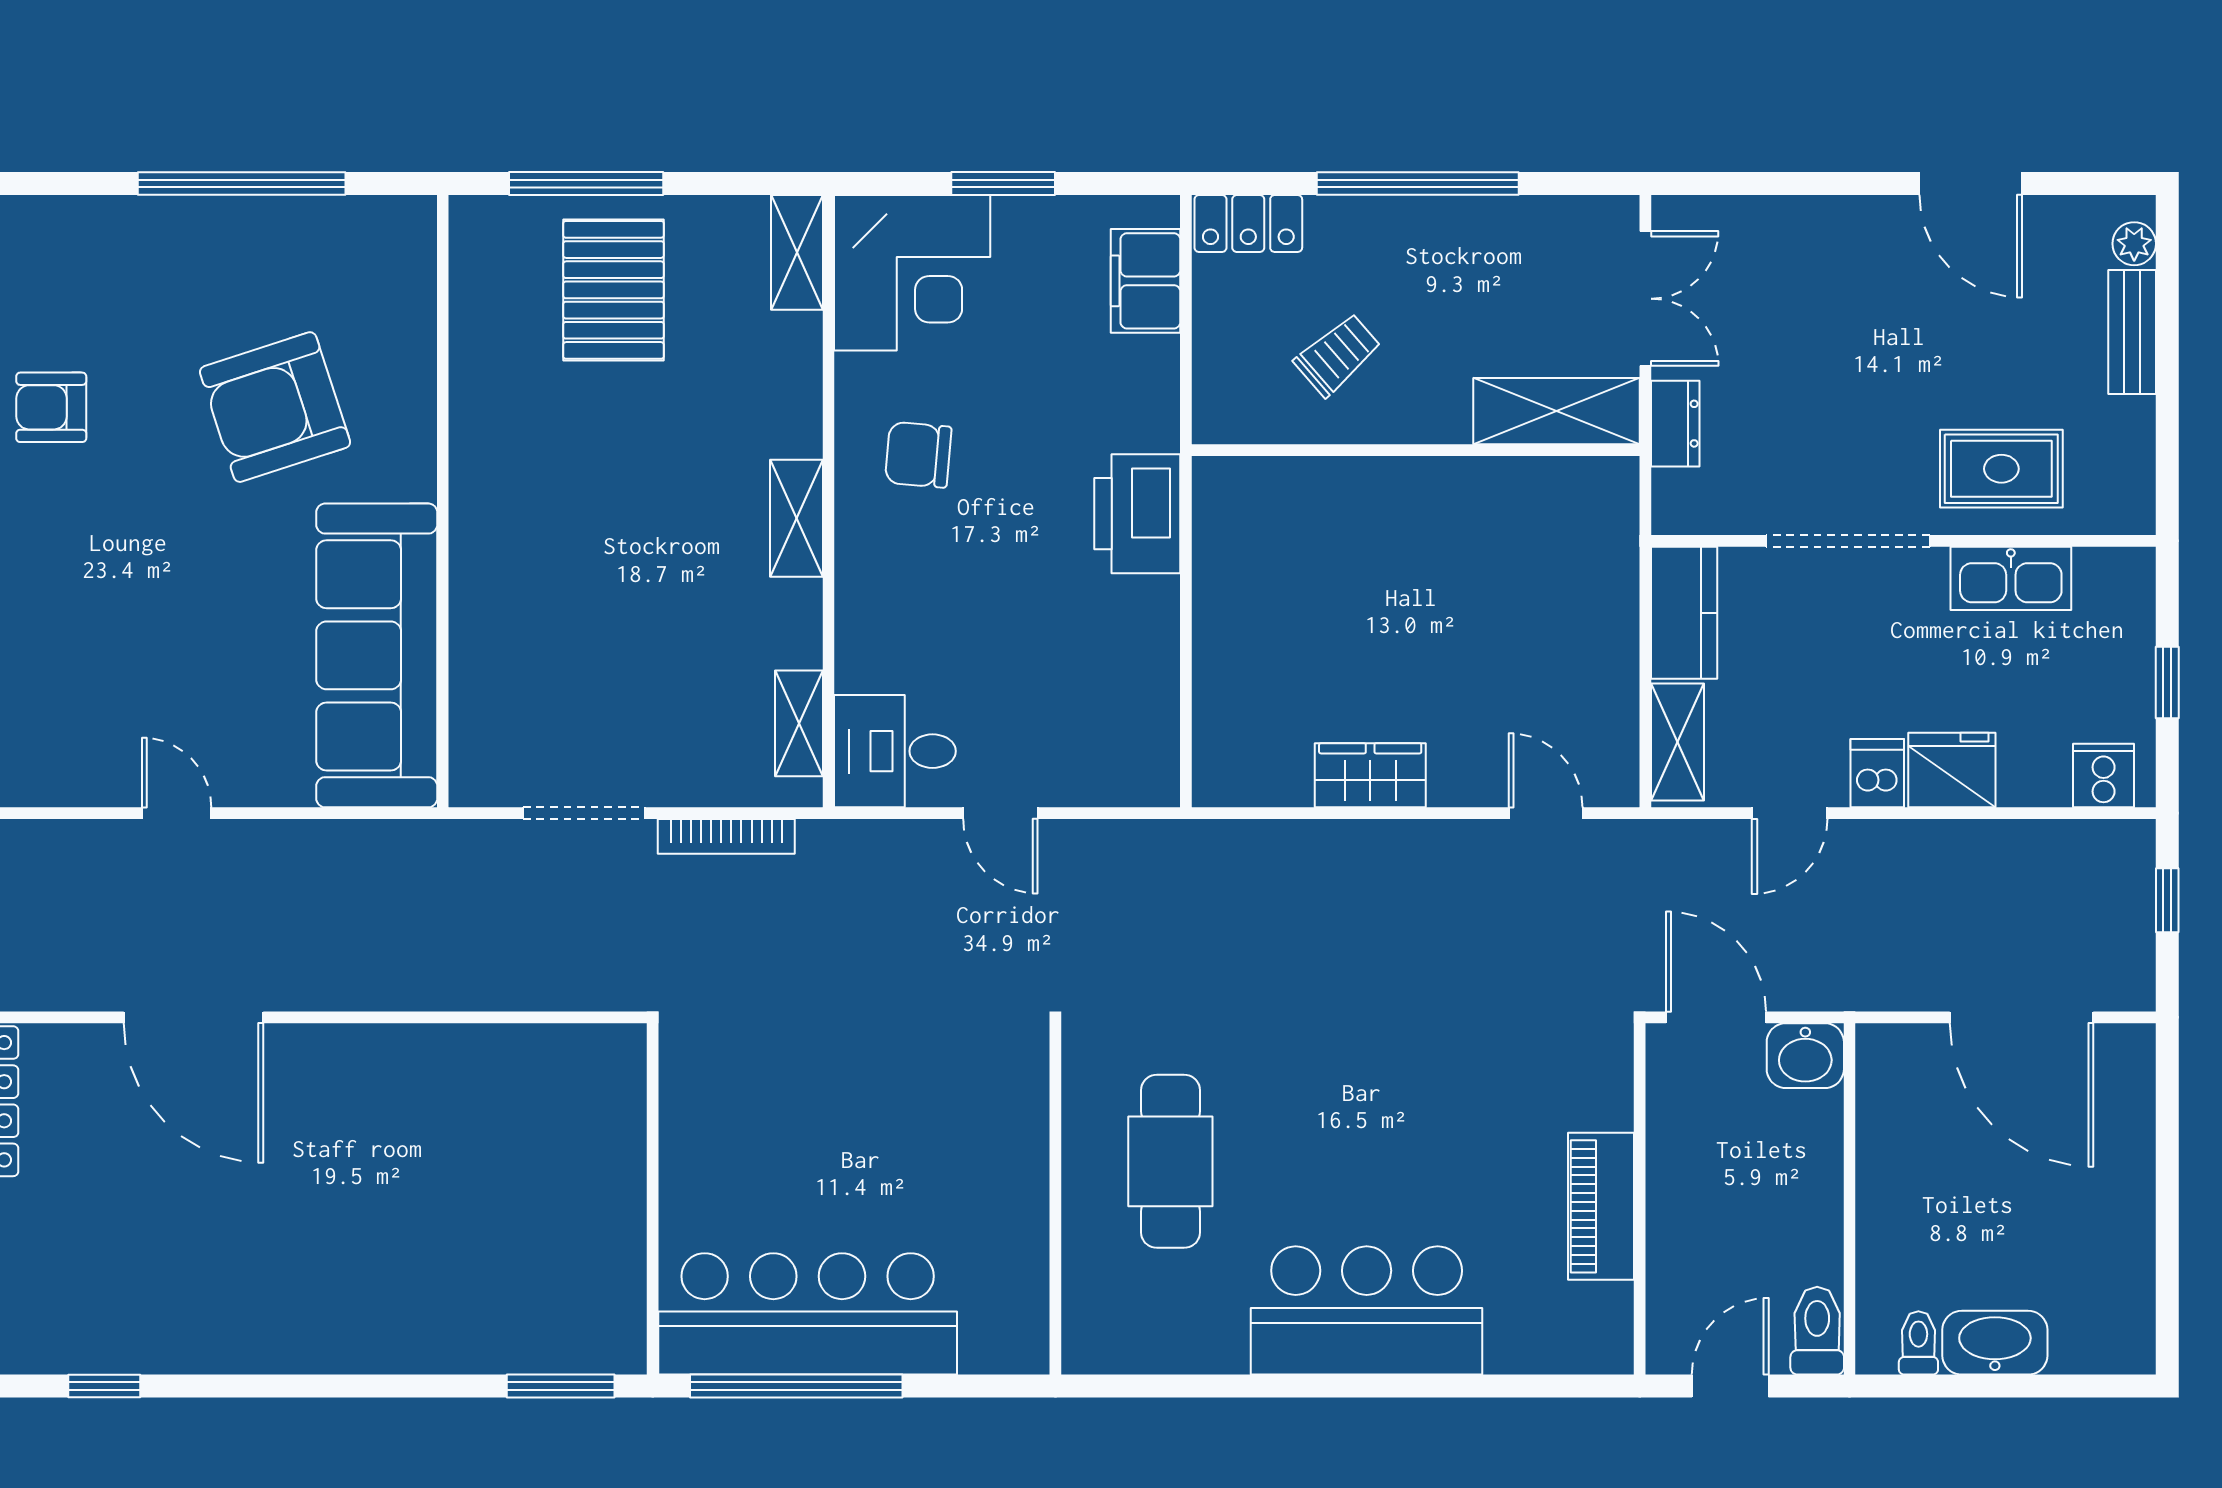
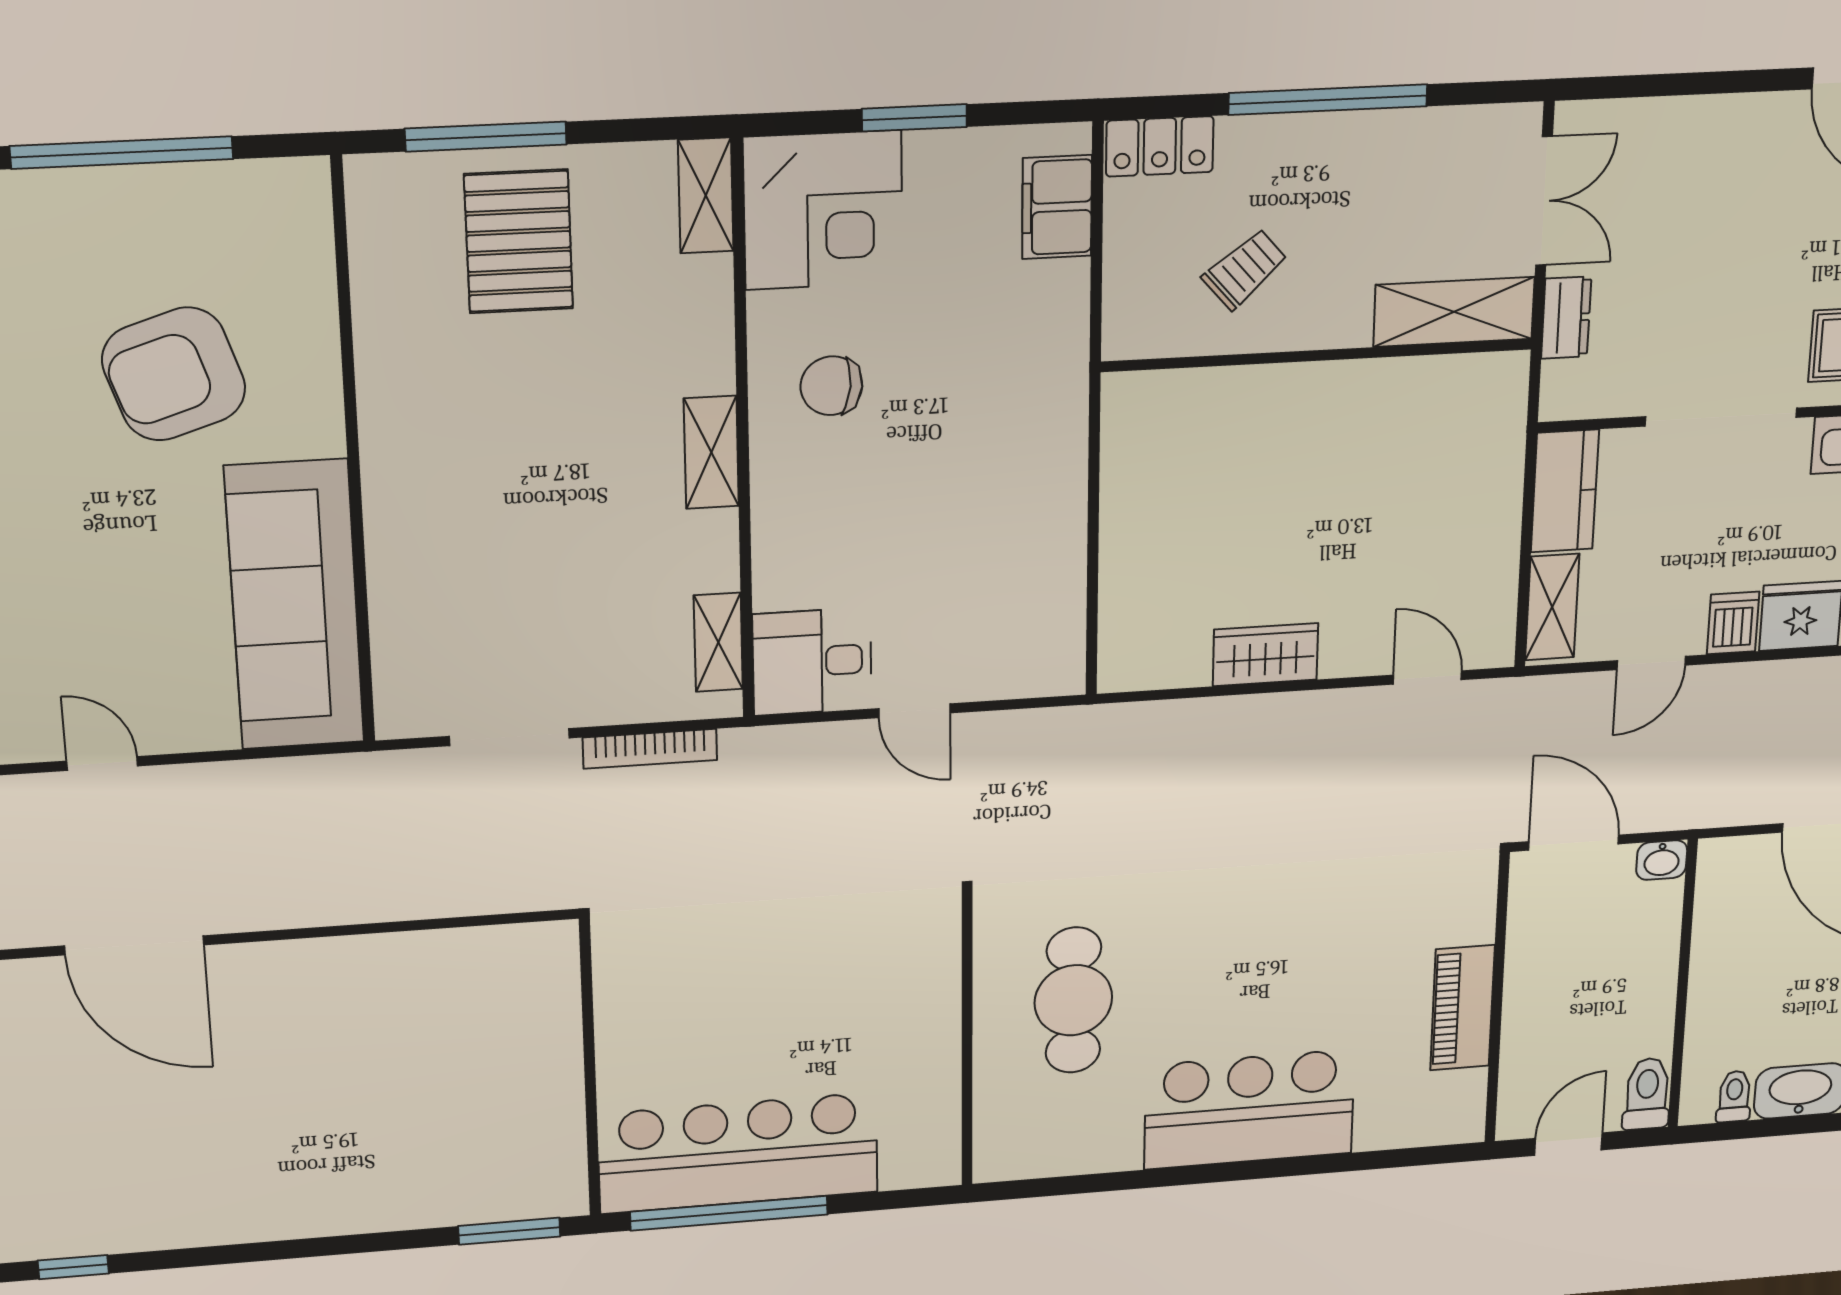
printer: (1137, 514) -> (1047, 430), removed
washbasin: (1805, 1056) -> (1662, 860), width x0.72, depth x0.69

